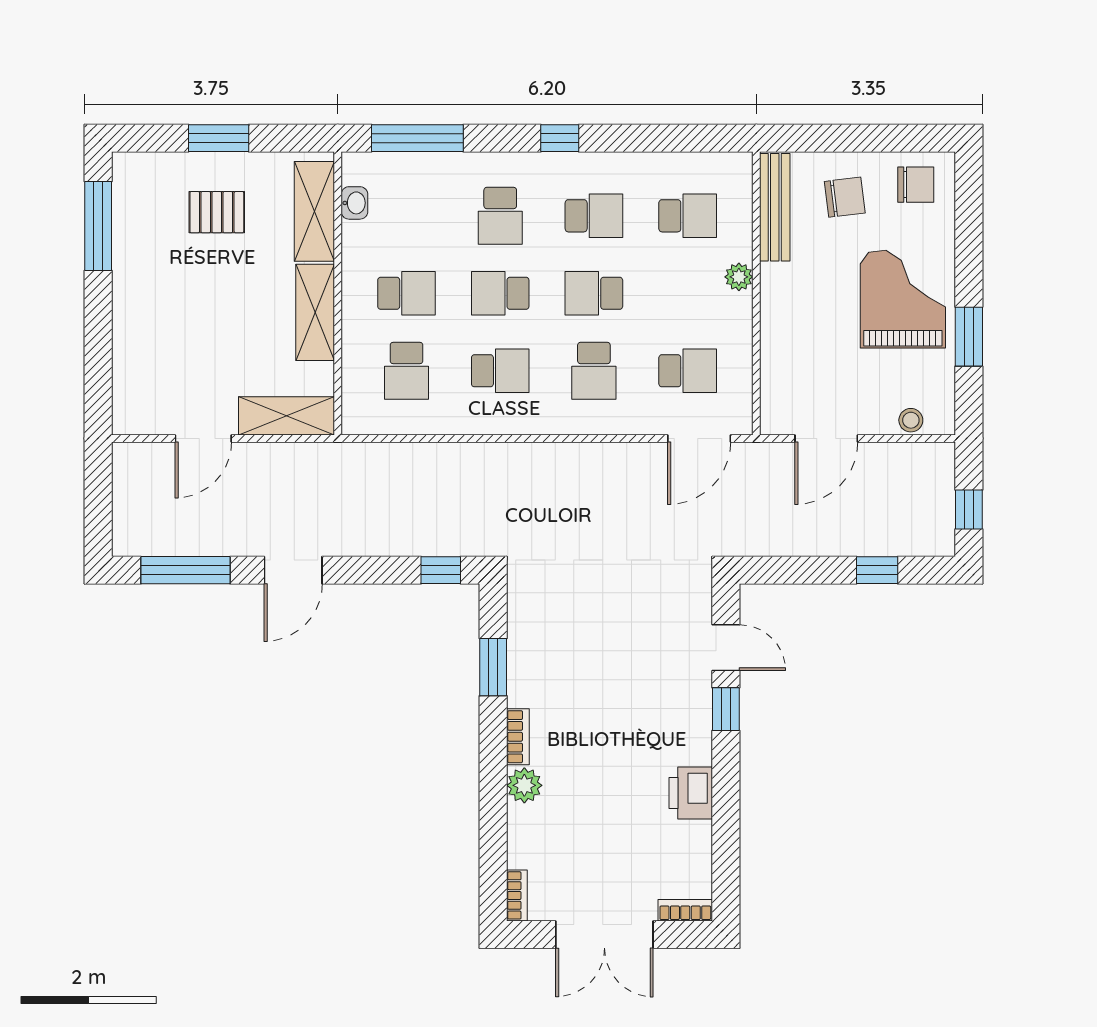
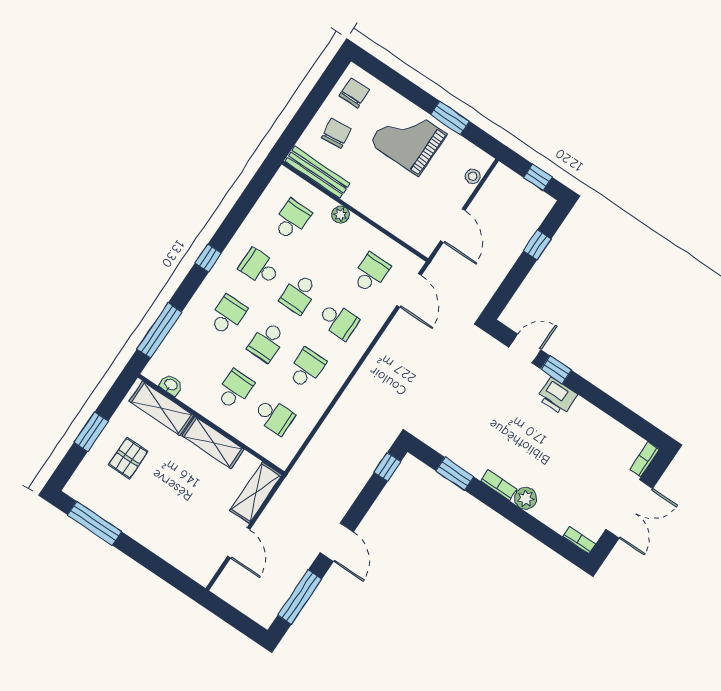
school desk: (500, 216) -> (227, 315), turned -90
school desk: (594, 216) -> (260, 267), turned -90
printer: (691, 793) -> (557, 396), moved

